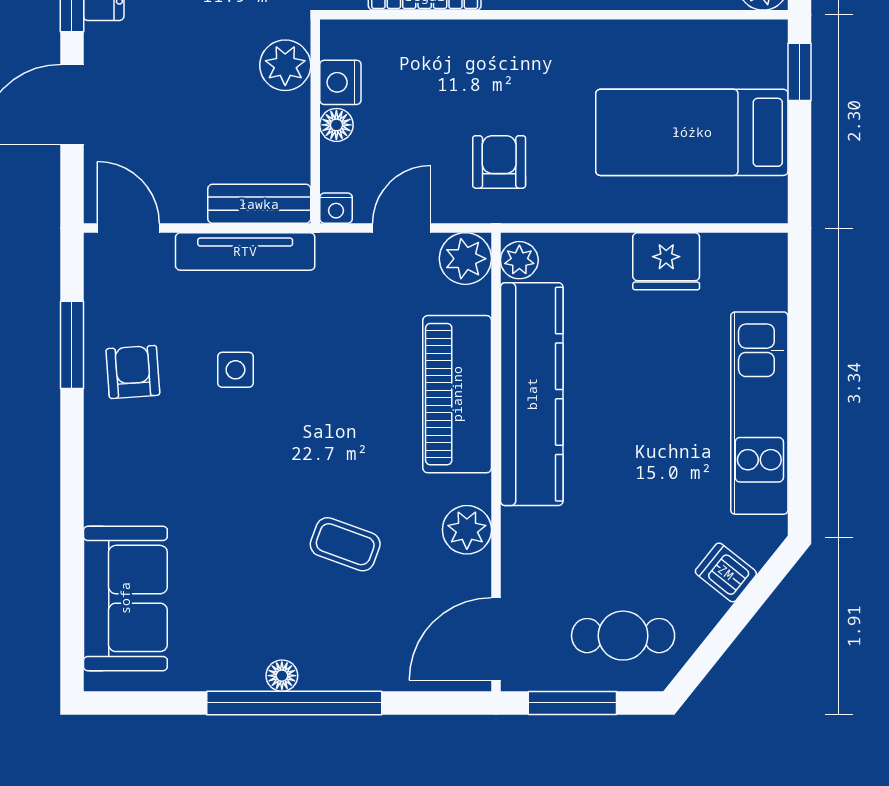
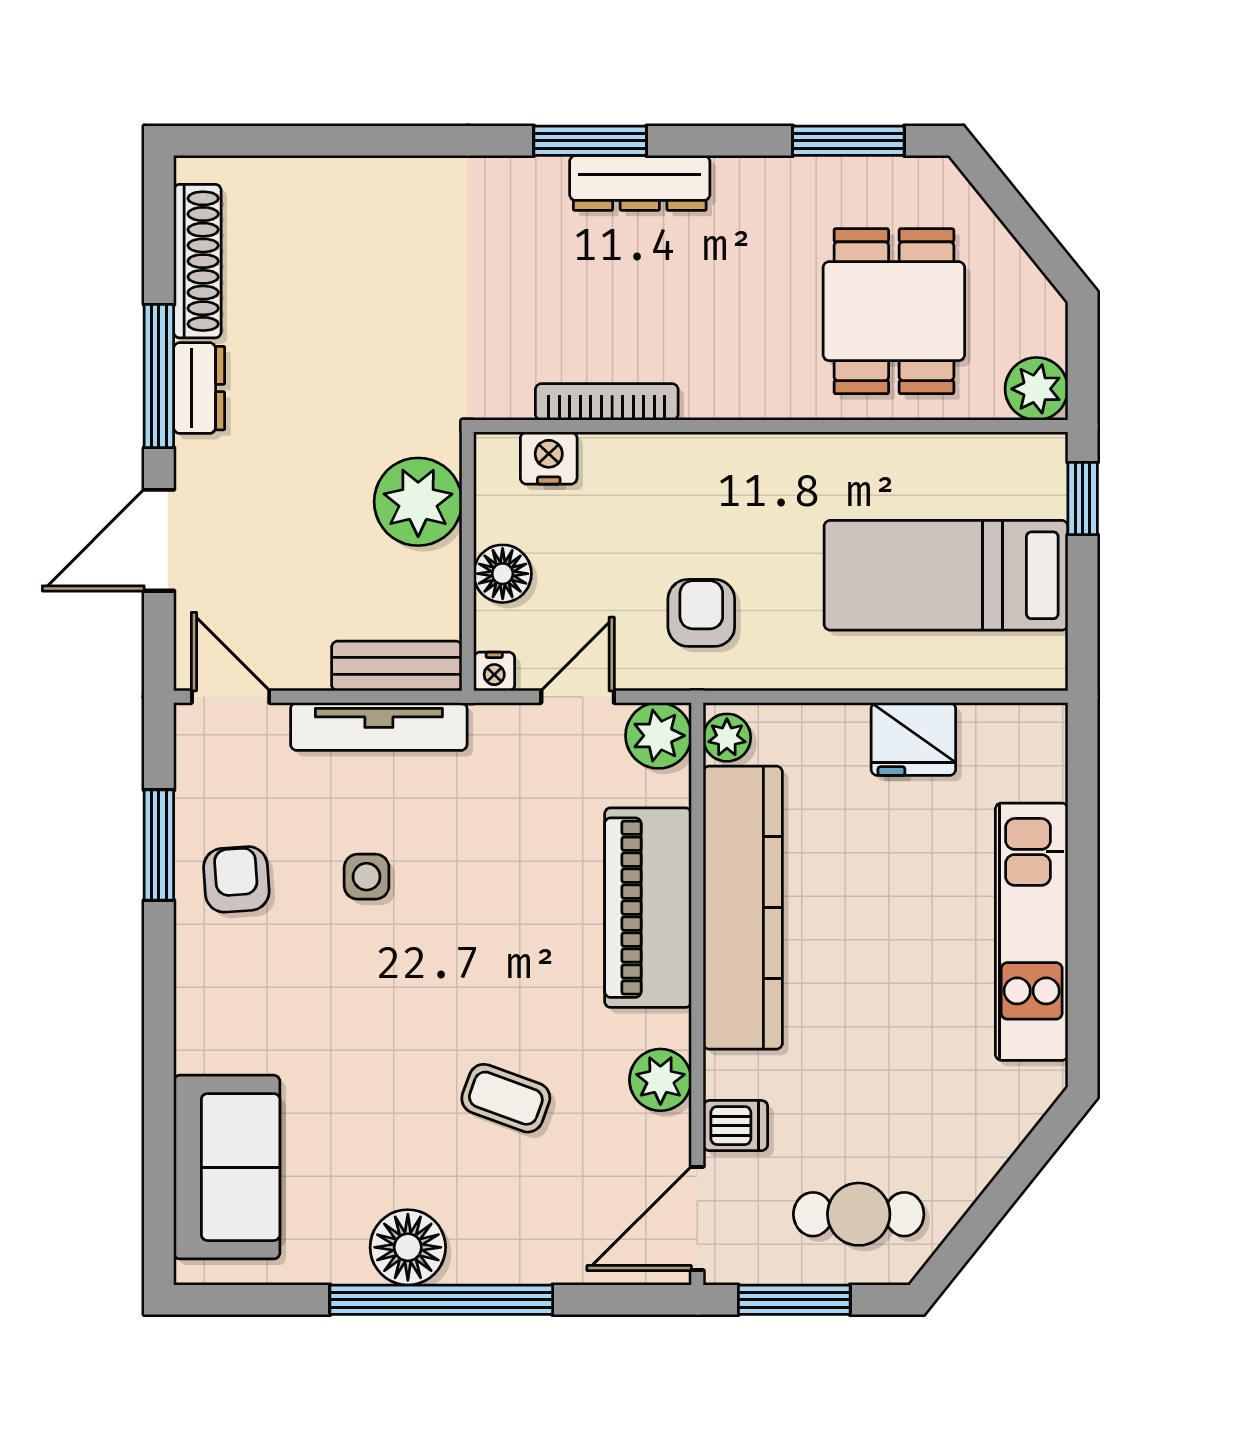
plant: (285, 65) -> (418, 502), width x1.36, depth x1.36
nightstand: (340, 82) -> (549, 458), moved, turned 90
floor lamp: (336, 125) -> (503, 574), width x1.37, depth x1.37
dishwasher: (726, 572) -> (735, 1126), moved, turned 141
floor lamp: (282, 676) -> (408, 1247), width x1.89, depth x1.89

